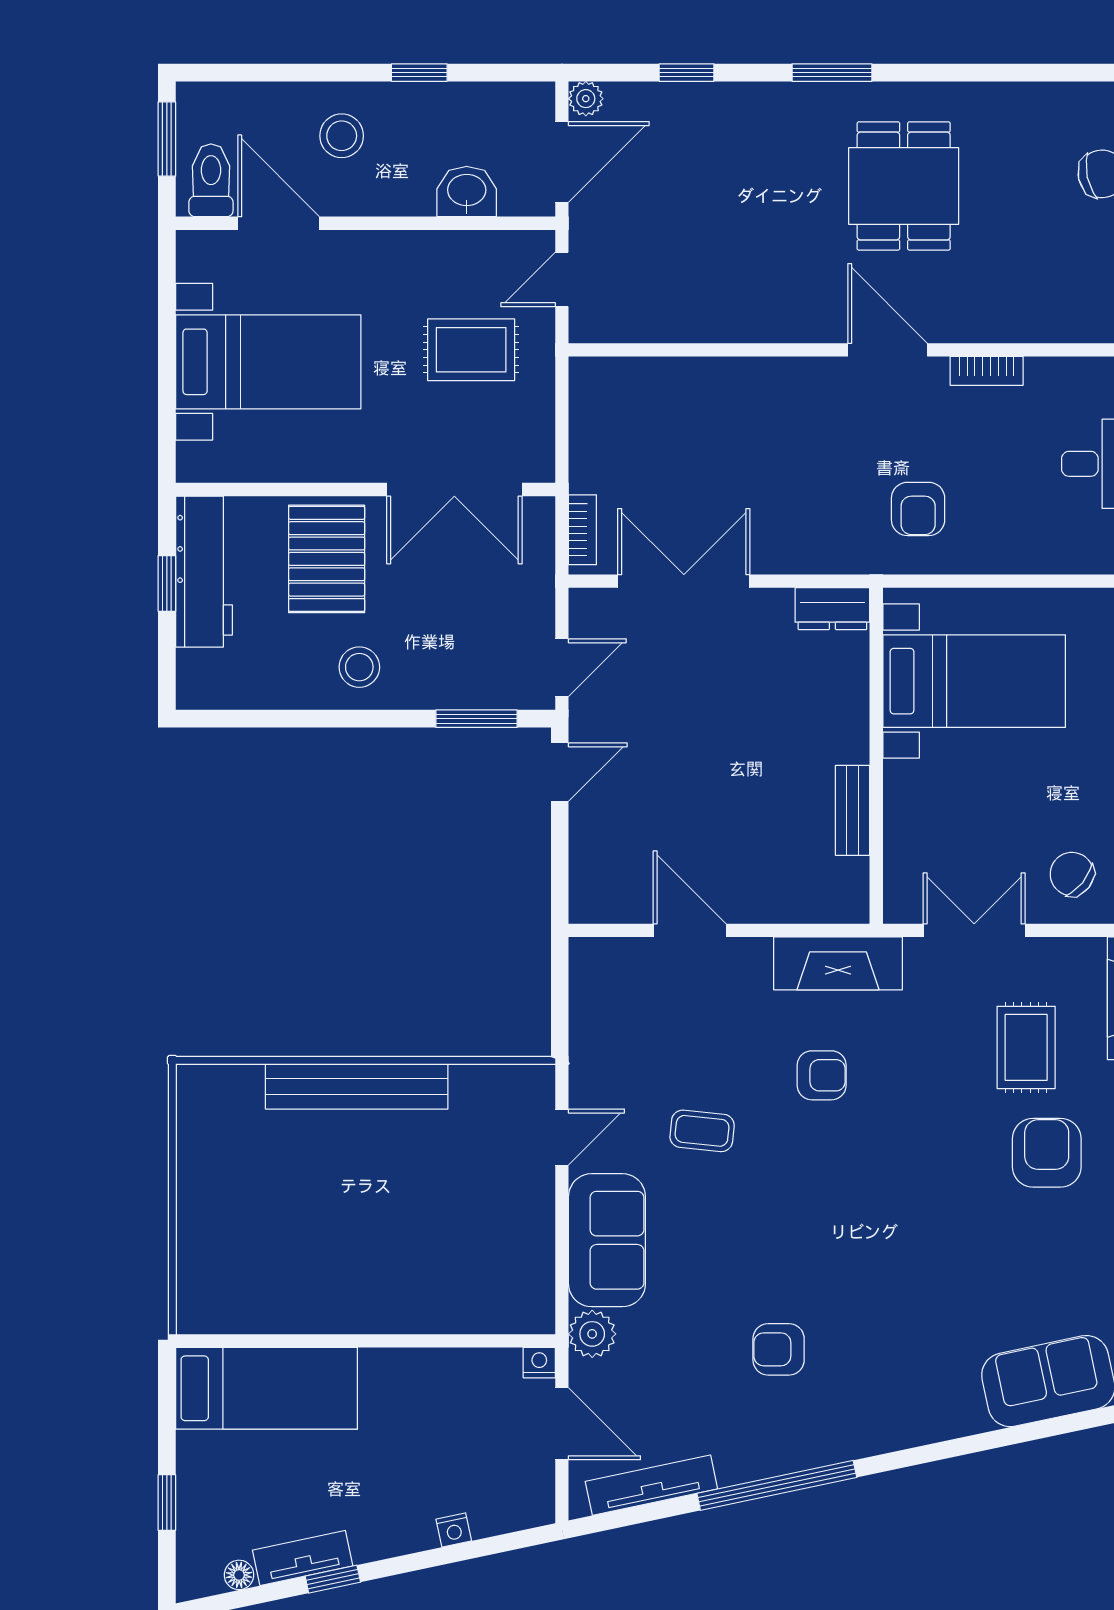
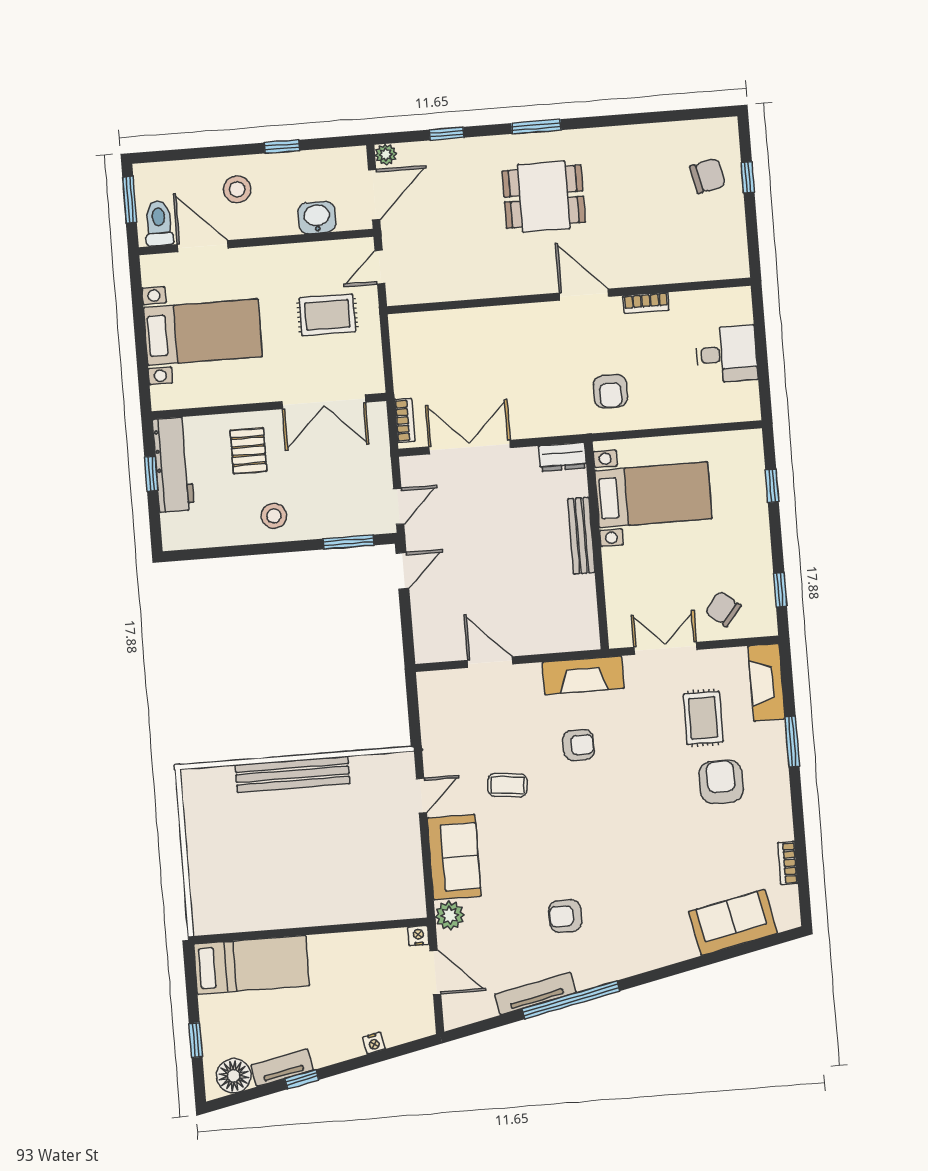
dining table: (904, 186) -> (544, 197), moved, turned 90
pallet: (327, 559) -> (248, 451), width x0.67, depth x0.71
bench: (853, 810) -> (581, 536), moved, width x1.36
tv unit: (651, 1485) -> (535, 993), moved
floor lamp: (239, 1575) -> (234, 1076), width x1.89, depth x1.89

